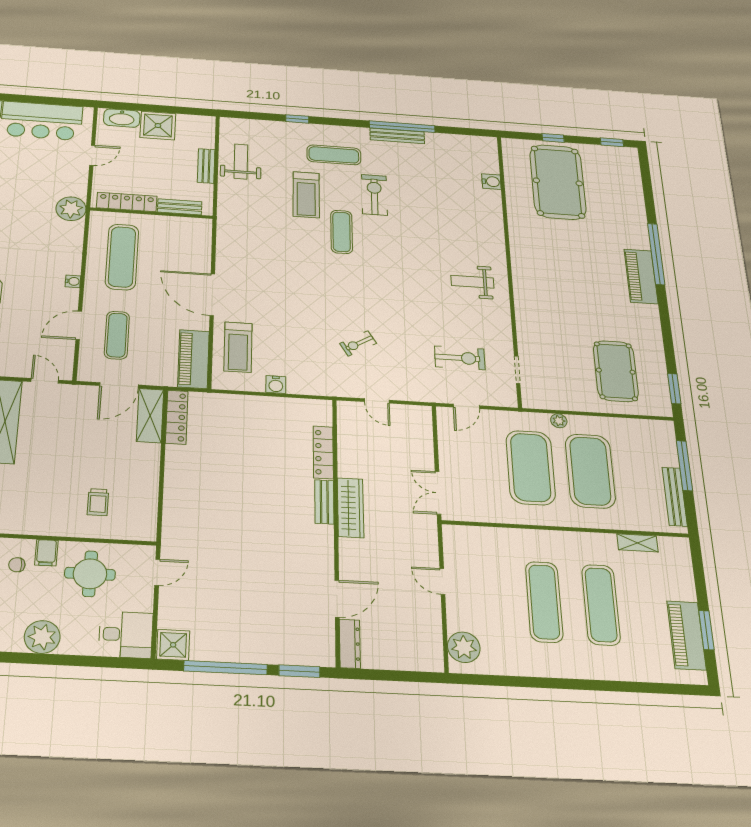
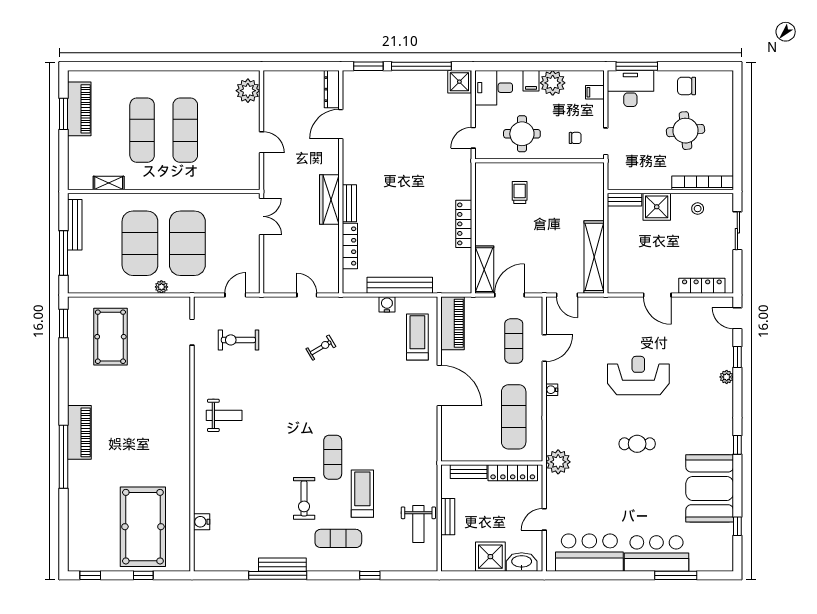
bench: (259, 405) -> (400, 285), added
locker: (177, 417) -> (464, 224), moved
filing cabinet: (46, 553) -> (531, 81), moved, turned 180

